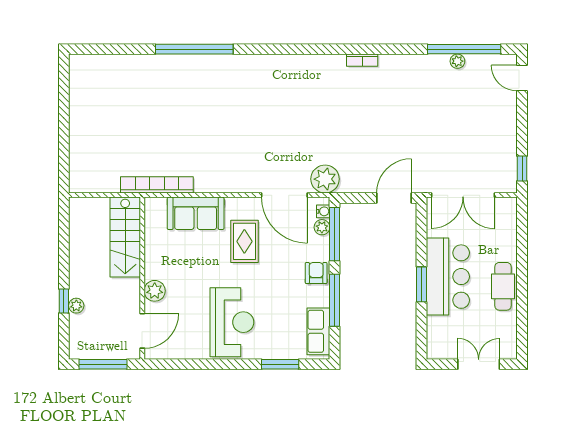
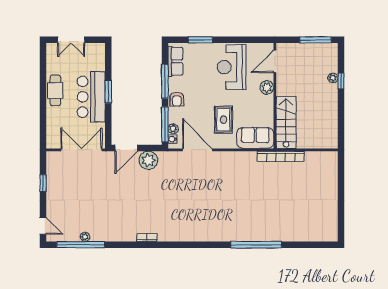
window: (522, 169) -> (43, 183), moved
plant: (325, 179) -> (148, 160), moved
stairs: (125, 237) -> (286, 122), moved
wall: (142, 278) -> (275, 96), moved
plant: (155, 291) -> (267, 87), moved
door: (142, 331) -> (275, 61), moved

